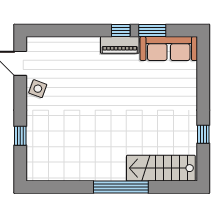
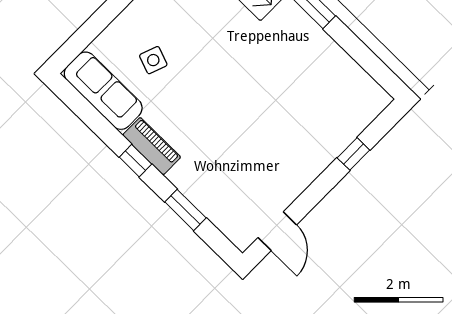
window: (152, 30) -> (185, 210), moved
side table: (38, 89) -> (153, 60), moved

